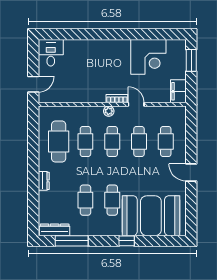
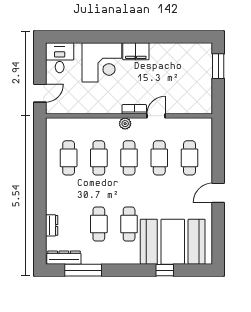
corner desk: (148, 57) -> (102, 62), moved
filing cabinet: (178, 91) -> (136, 51), moved, turned -90
door: (136, 104) -> (156, 116), hinge flipped
cafe table: (59, 142) -> (69, 158), width x0.73, depth x0.74
door: (191, 172) -> (218, 193), hinge flipped
dresser: (44, 181) -> (52, 225), moved
window: (127, 241) -> (165, 270), moved

